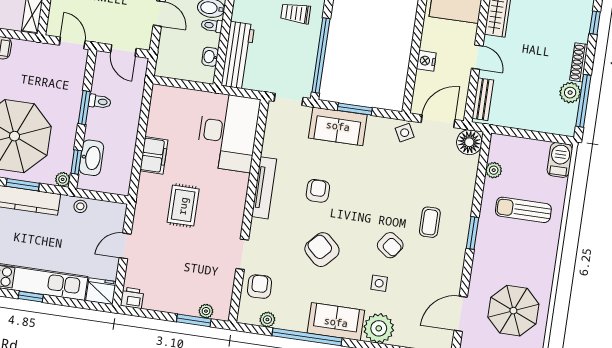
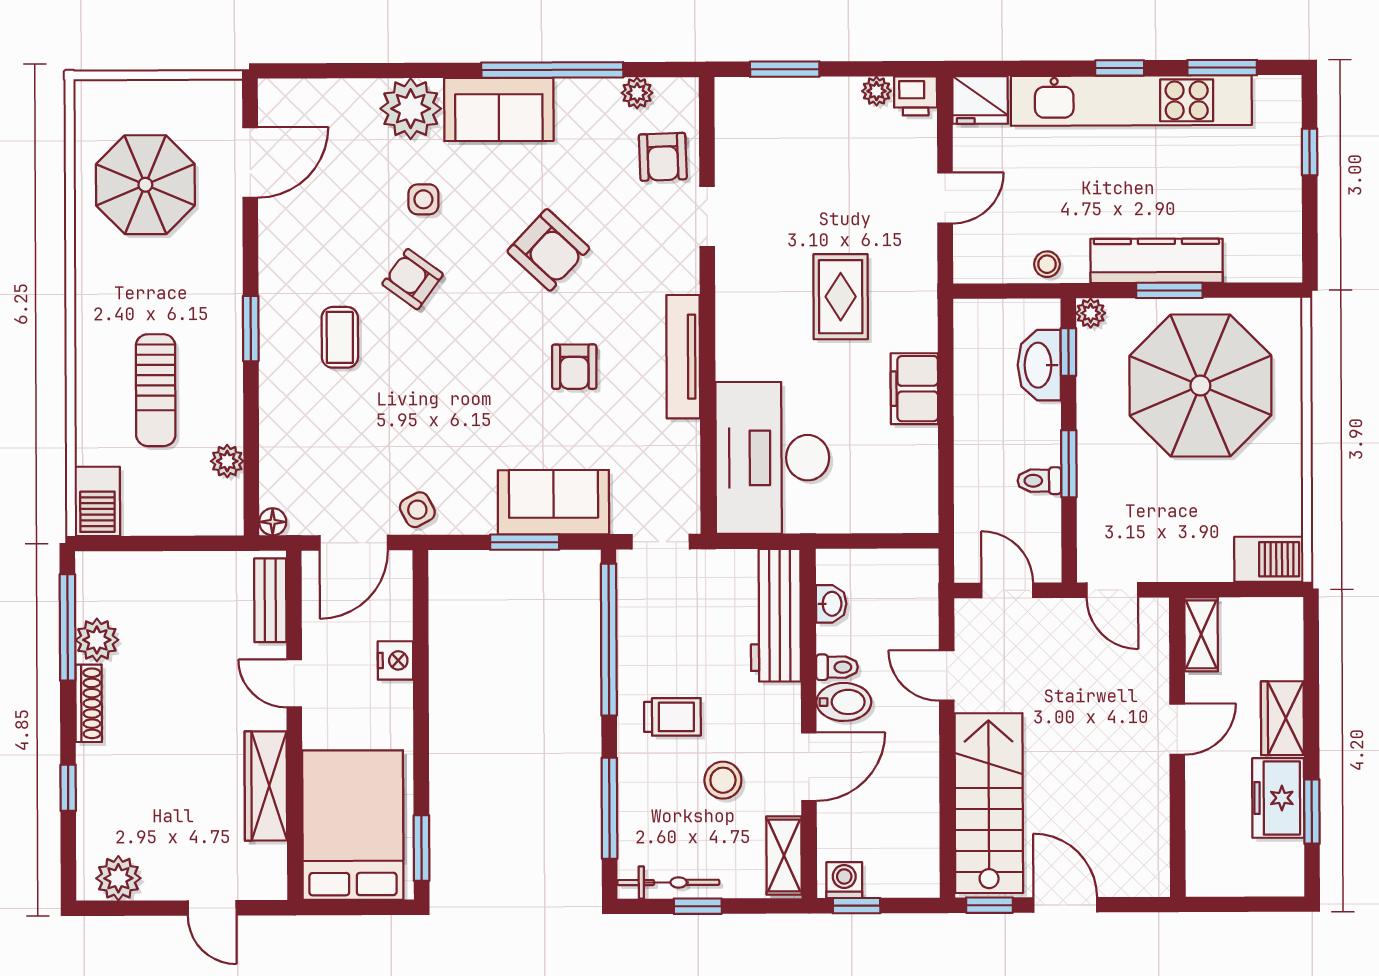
floor lamp: (469, 142) -> (273, 522), width x0.53, depth x0.53
sun lounger: (523, 210) -> (156, 390), turned 90
plant: (206, 311) -> (877, 91), moved

